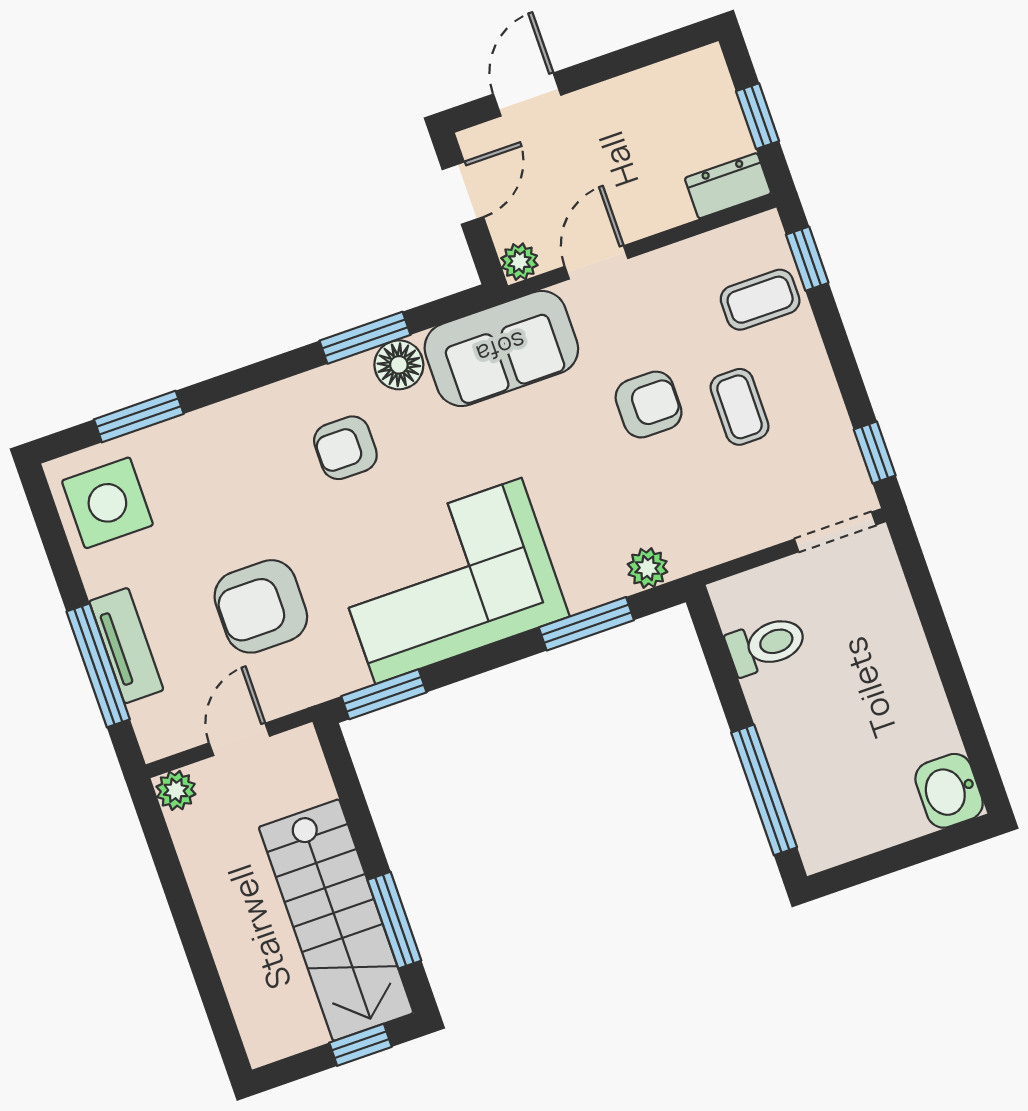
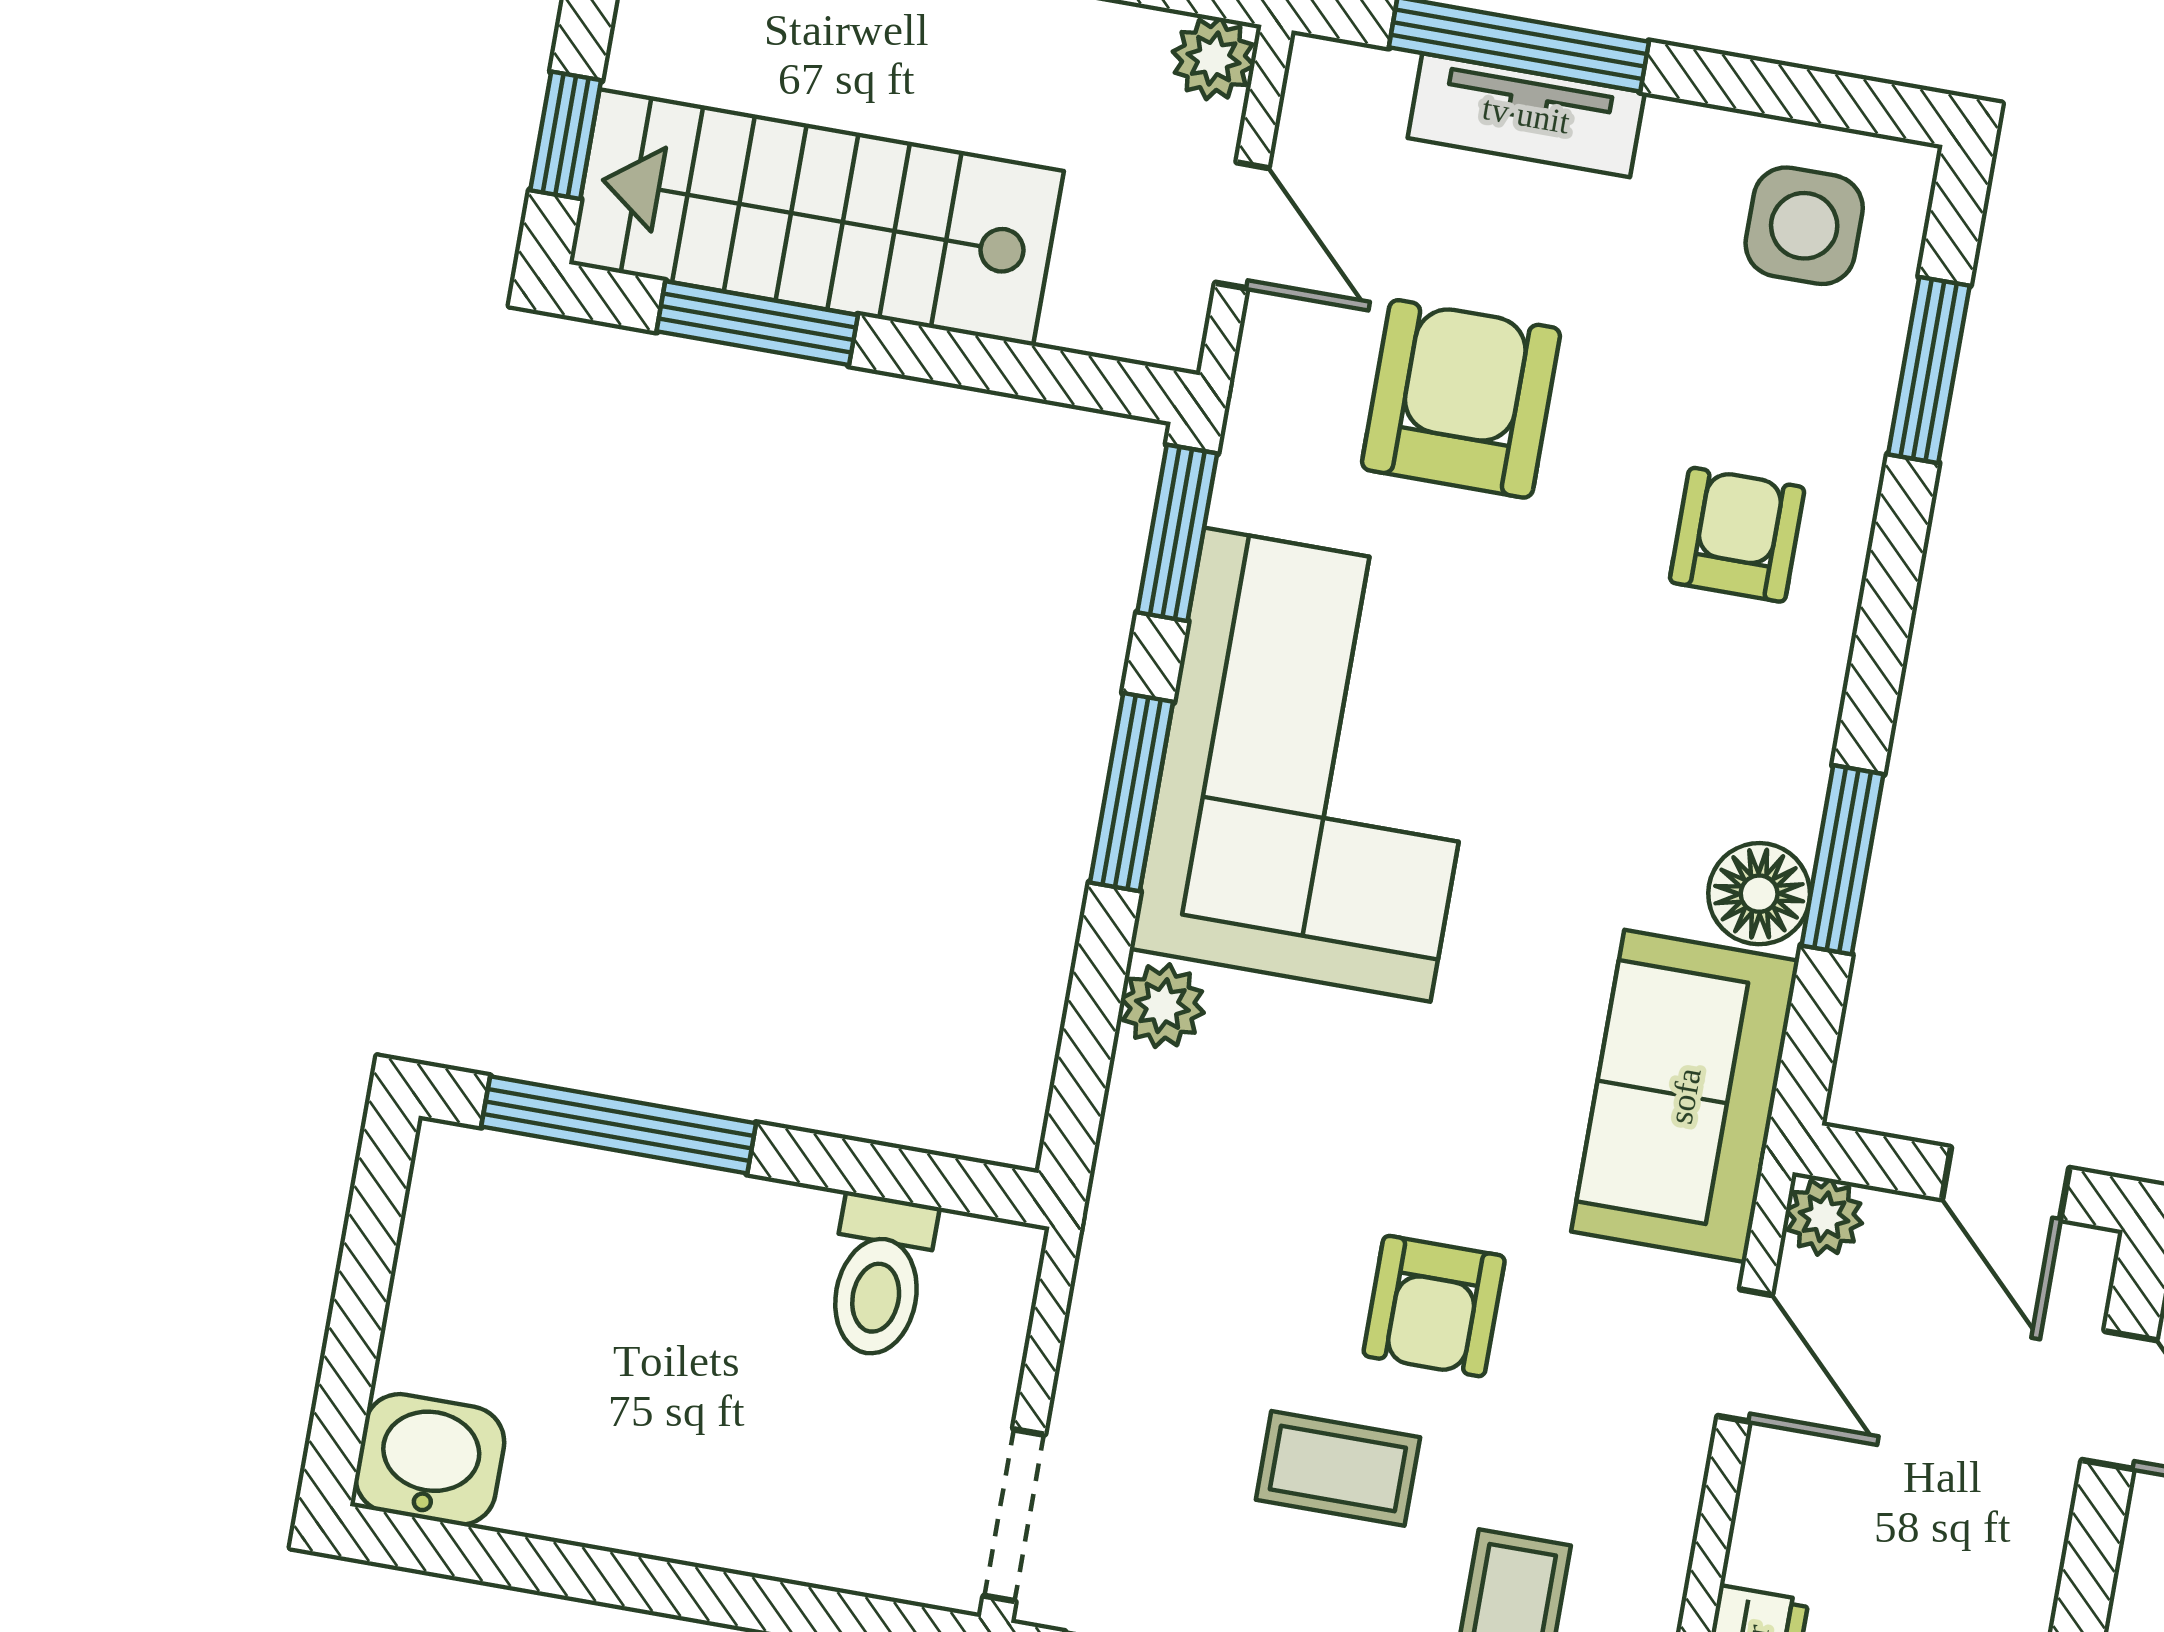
armchair: (345, 448) -> (1737, 535), moved
side table: (107, 503) -> (1804, 226), width x0.73, depth x0.73
plant: (648, 568) -> (1162, 1006), moved
window: (586, 624) -> (1131, 792), moved

